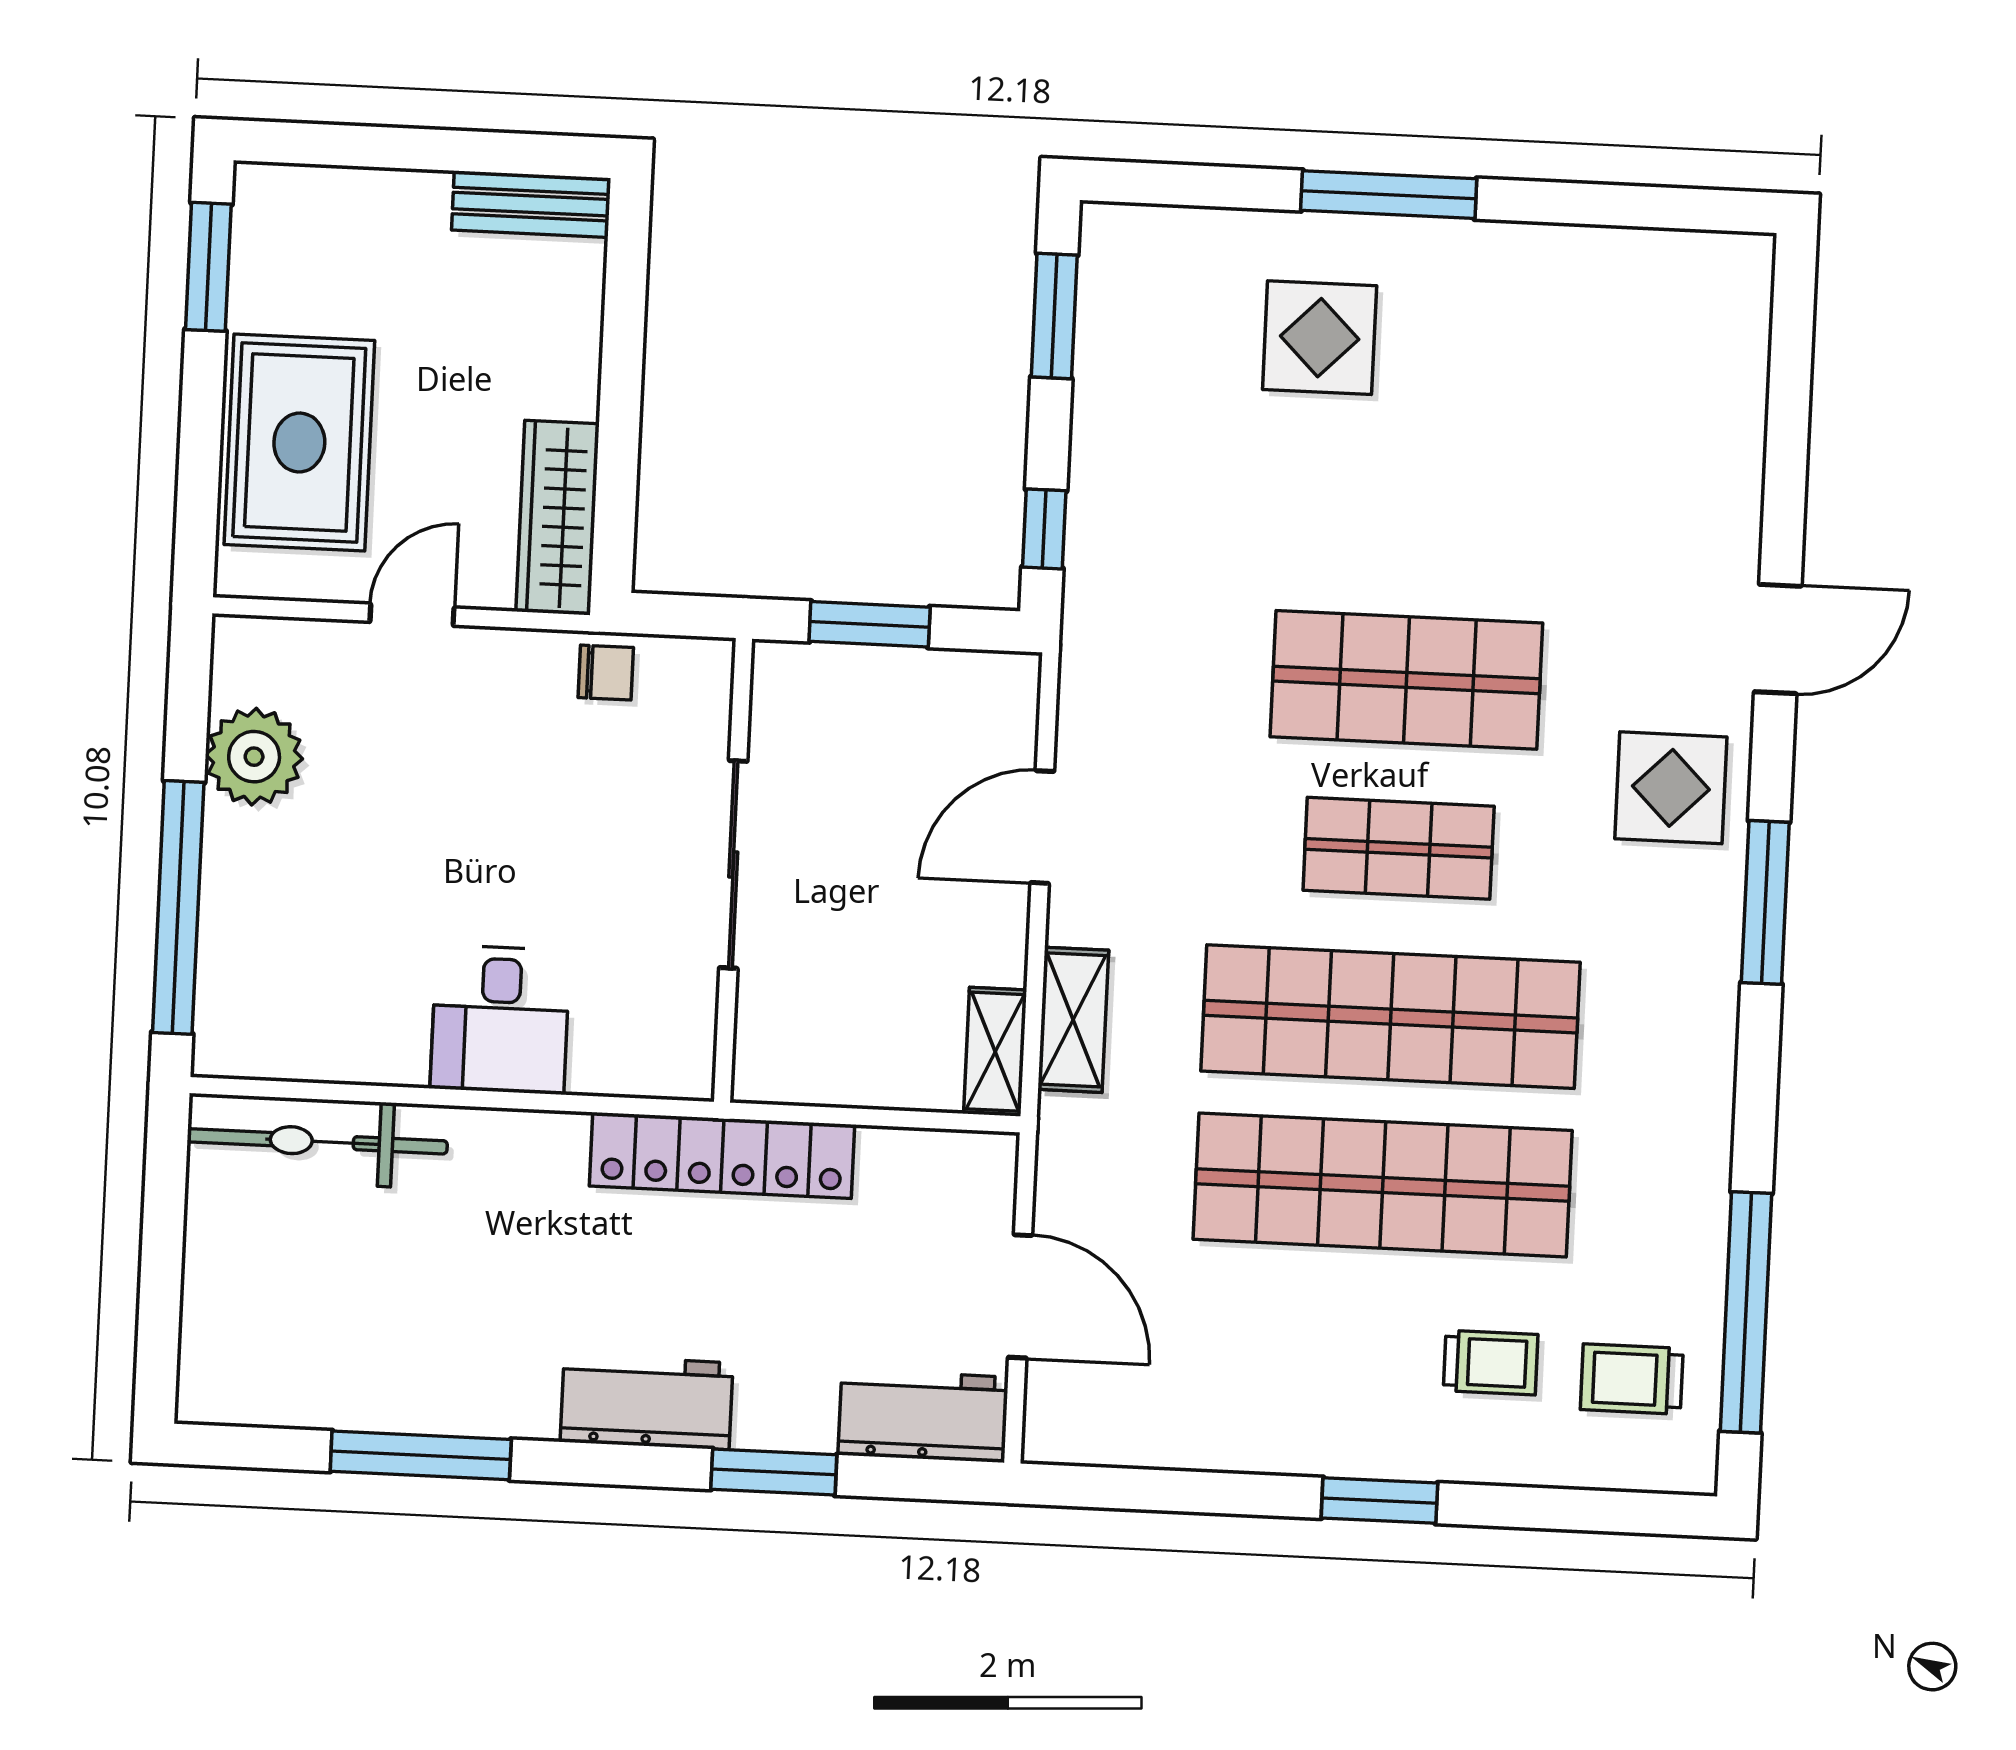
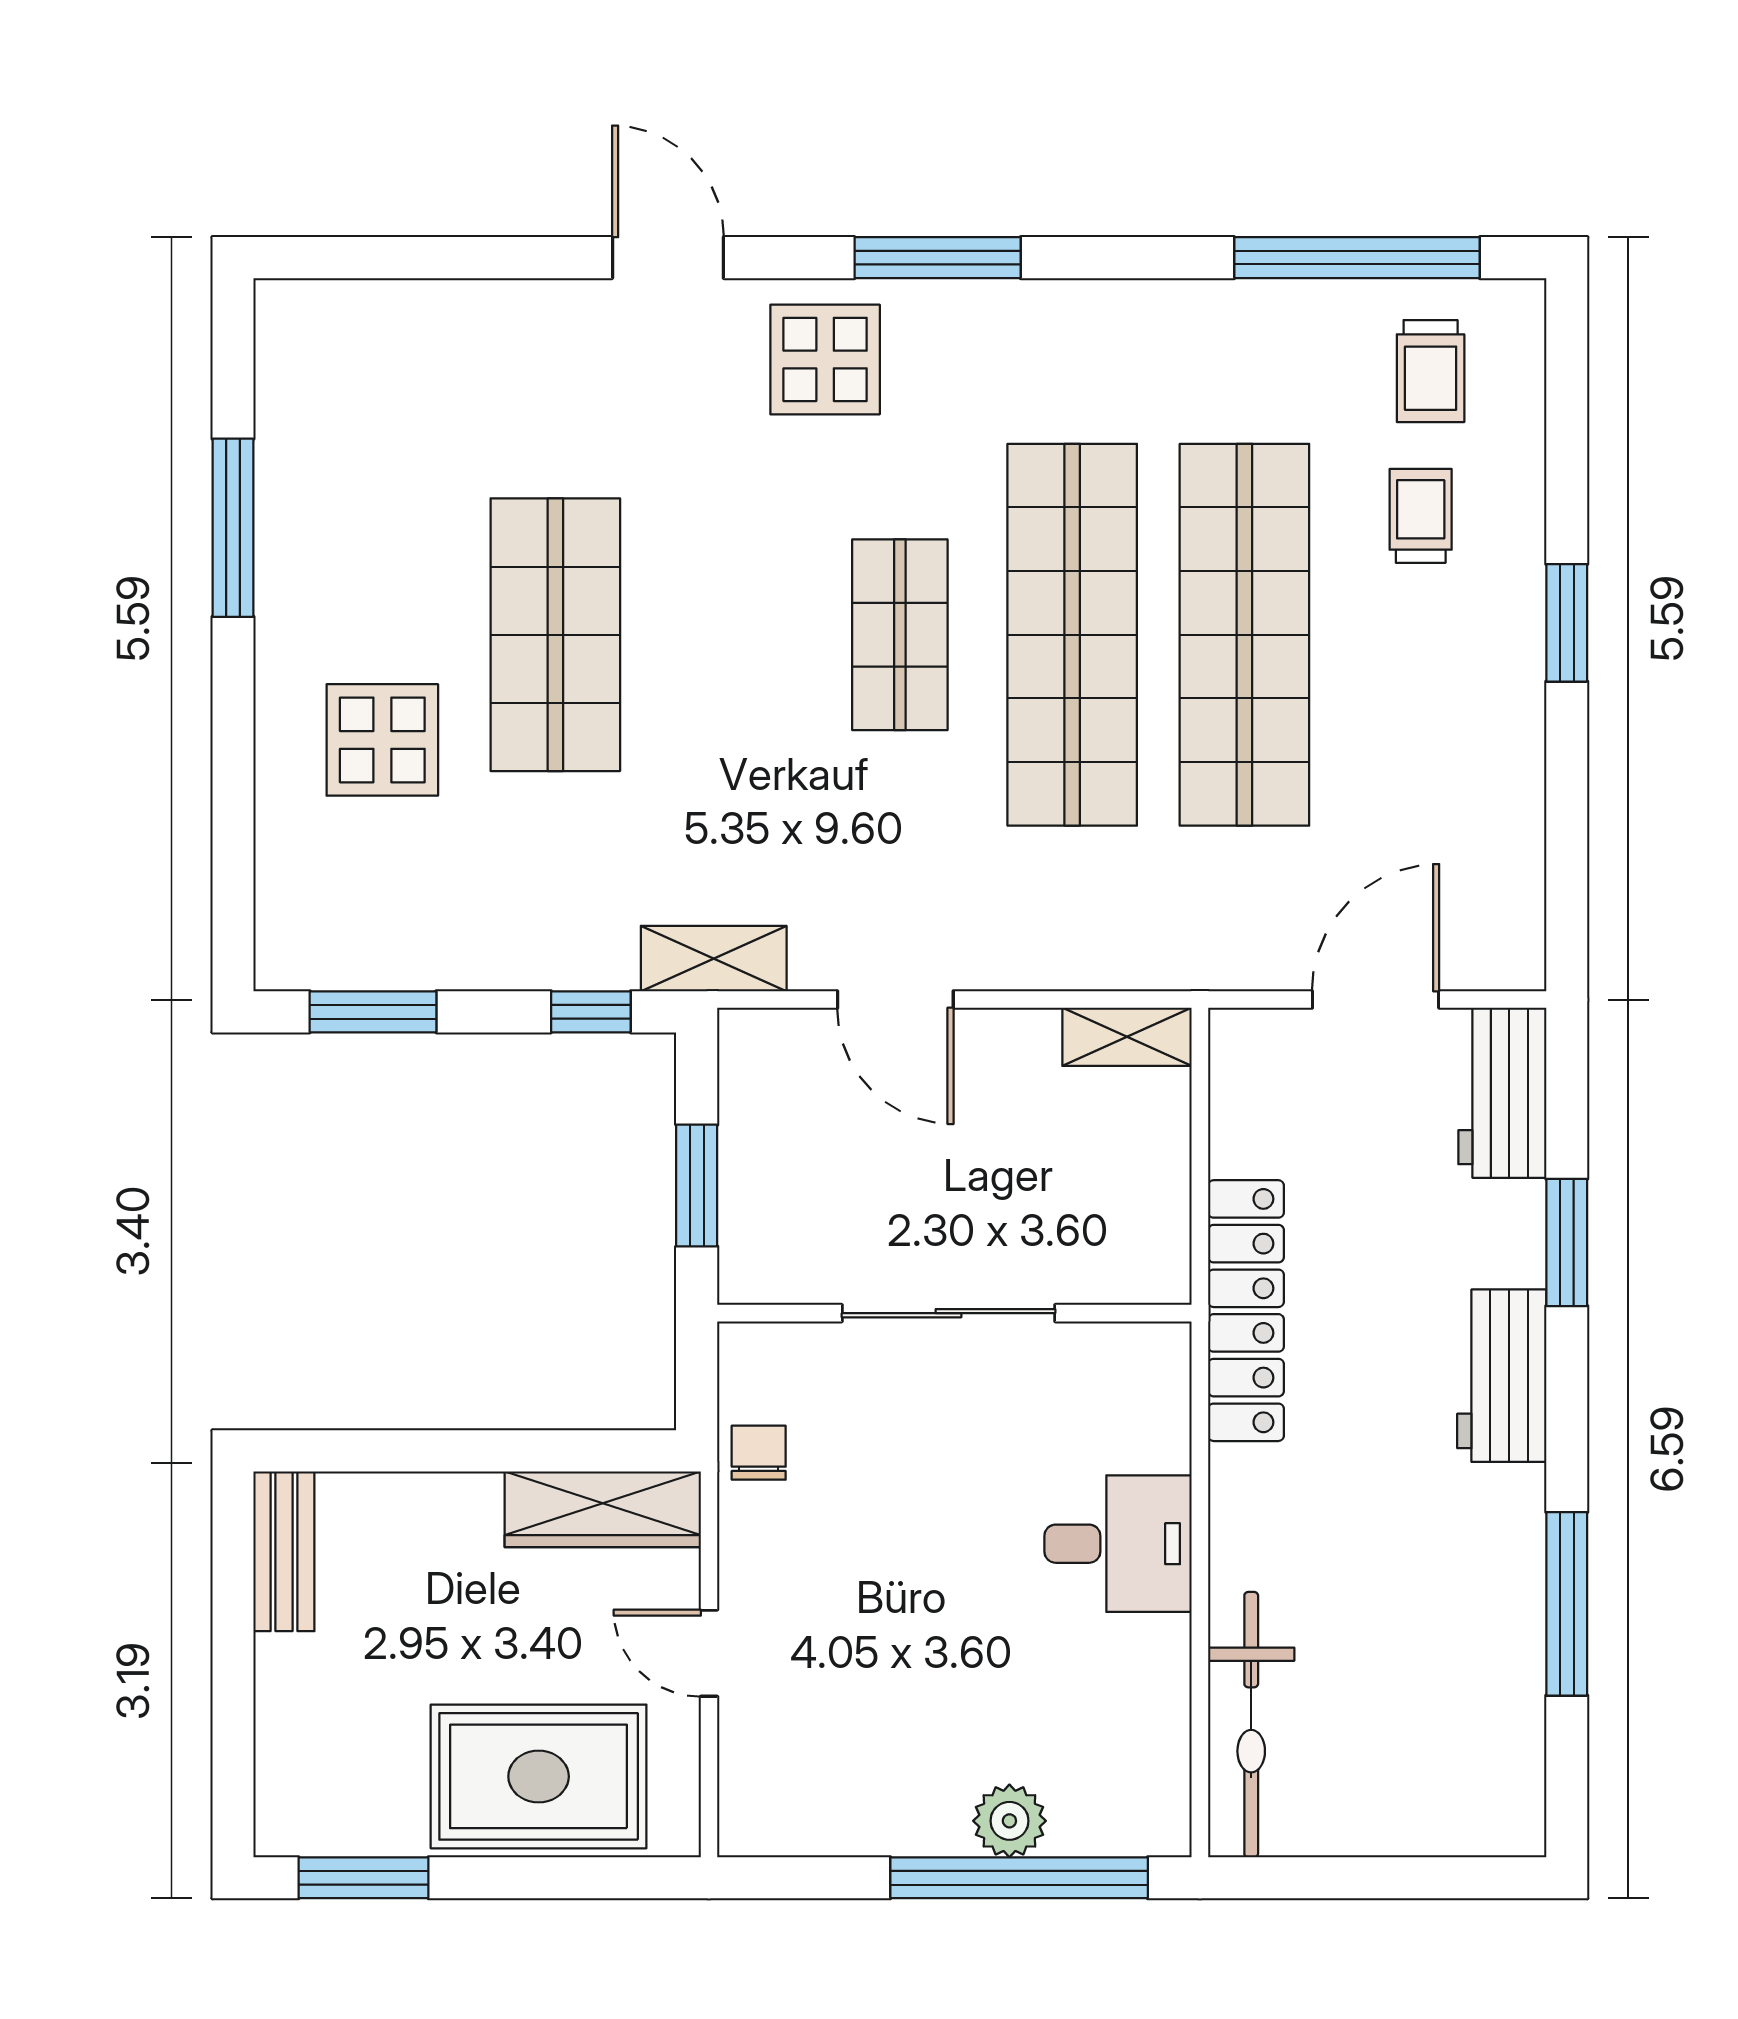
window: (1389, 195) -> (233, 528), moved
shop shelf: (1406, 680) -> (555, 635), moved
plant: (254, 757) -> (1009, 1821), moved, width x0.73, depth x0.73
shelving: (1073, 1020) -> (714, 959), moved

